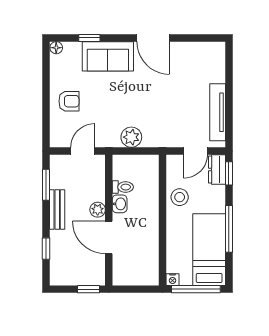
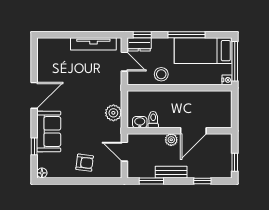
armchair: (69, 101) -> (85, 163), turned 97
washbasin: (120, 204) -> (140, 122), moved
window: (88, 289) -> (235, 162), moved

